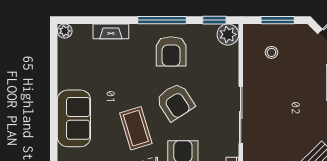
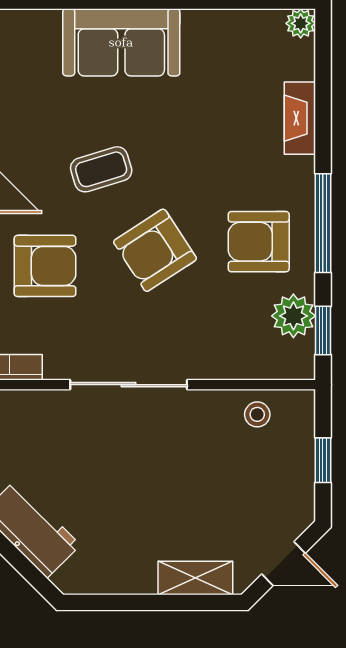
window: (278, 20) -> (323, 460), width x0.67
plant: (228, 34) -> (293, 316), moved
stool: (271, 52) -> (257, 414), moved
coffee table: (136, 128) -> (101, 169), width x0.73, depth x0.77

